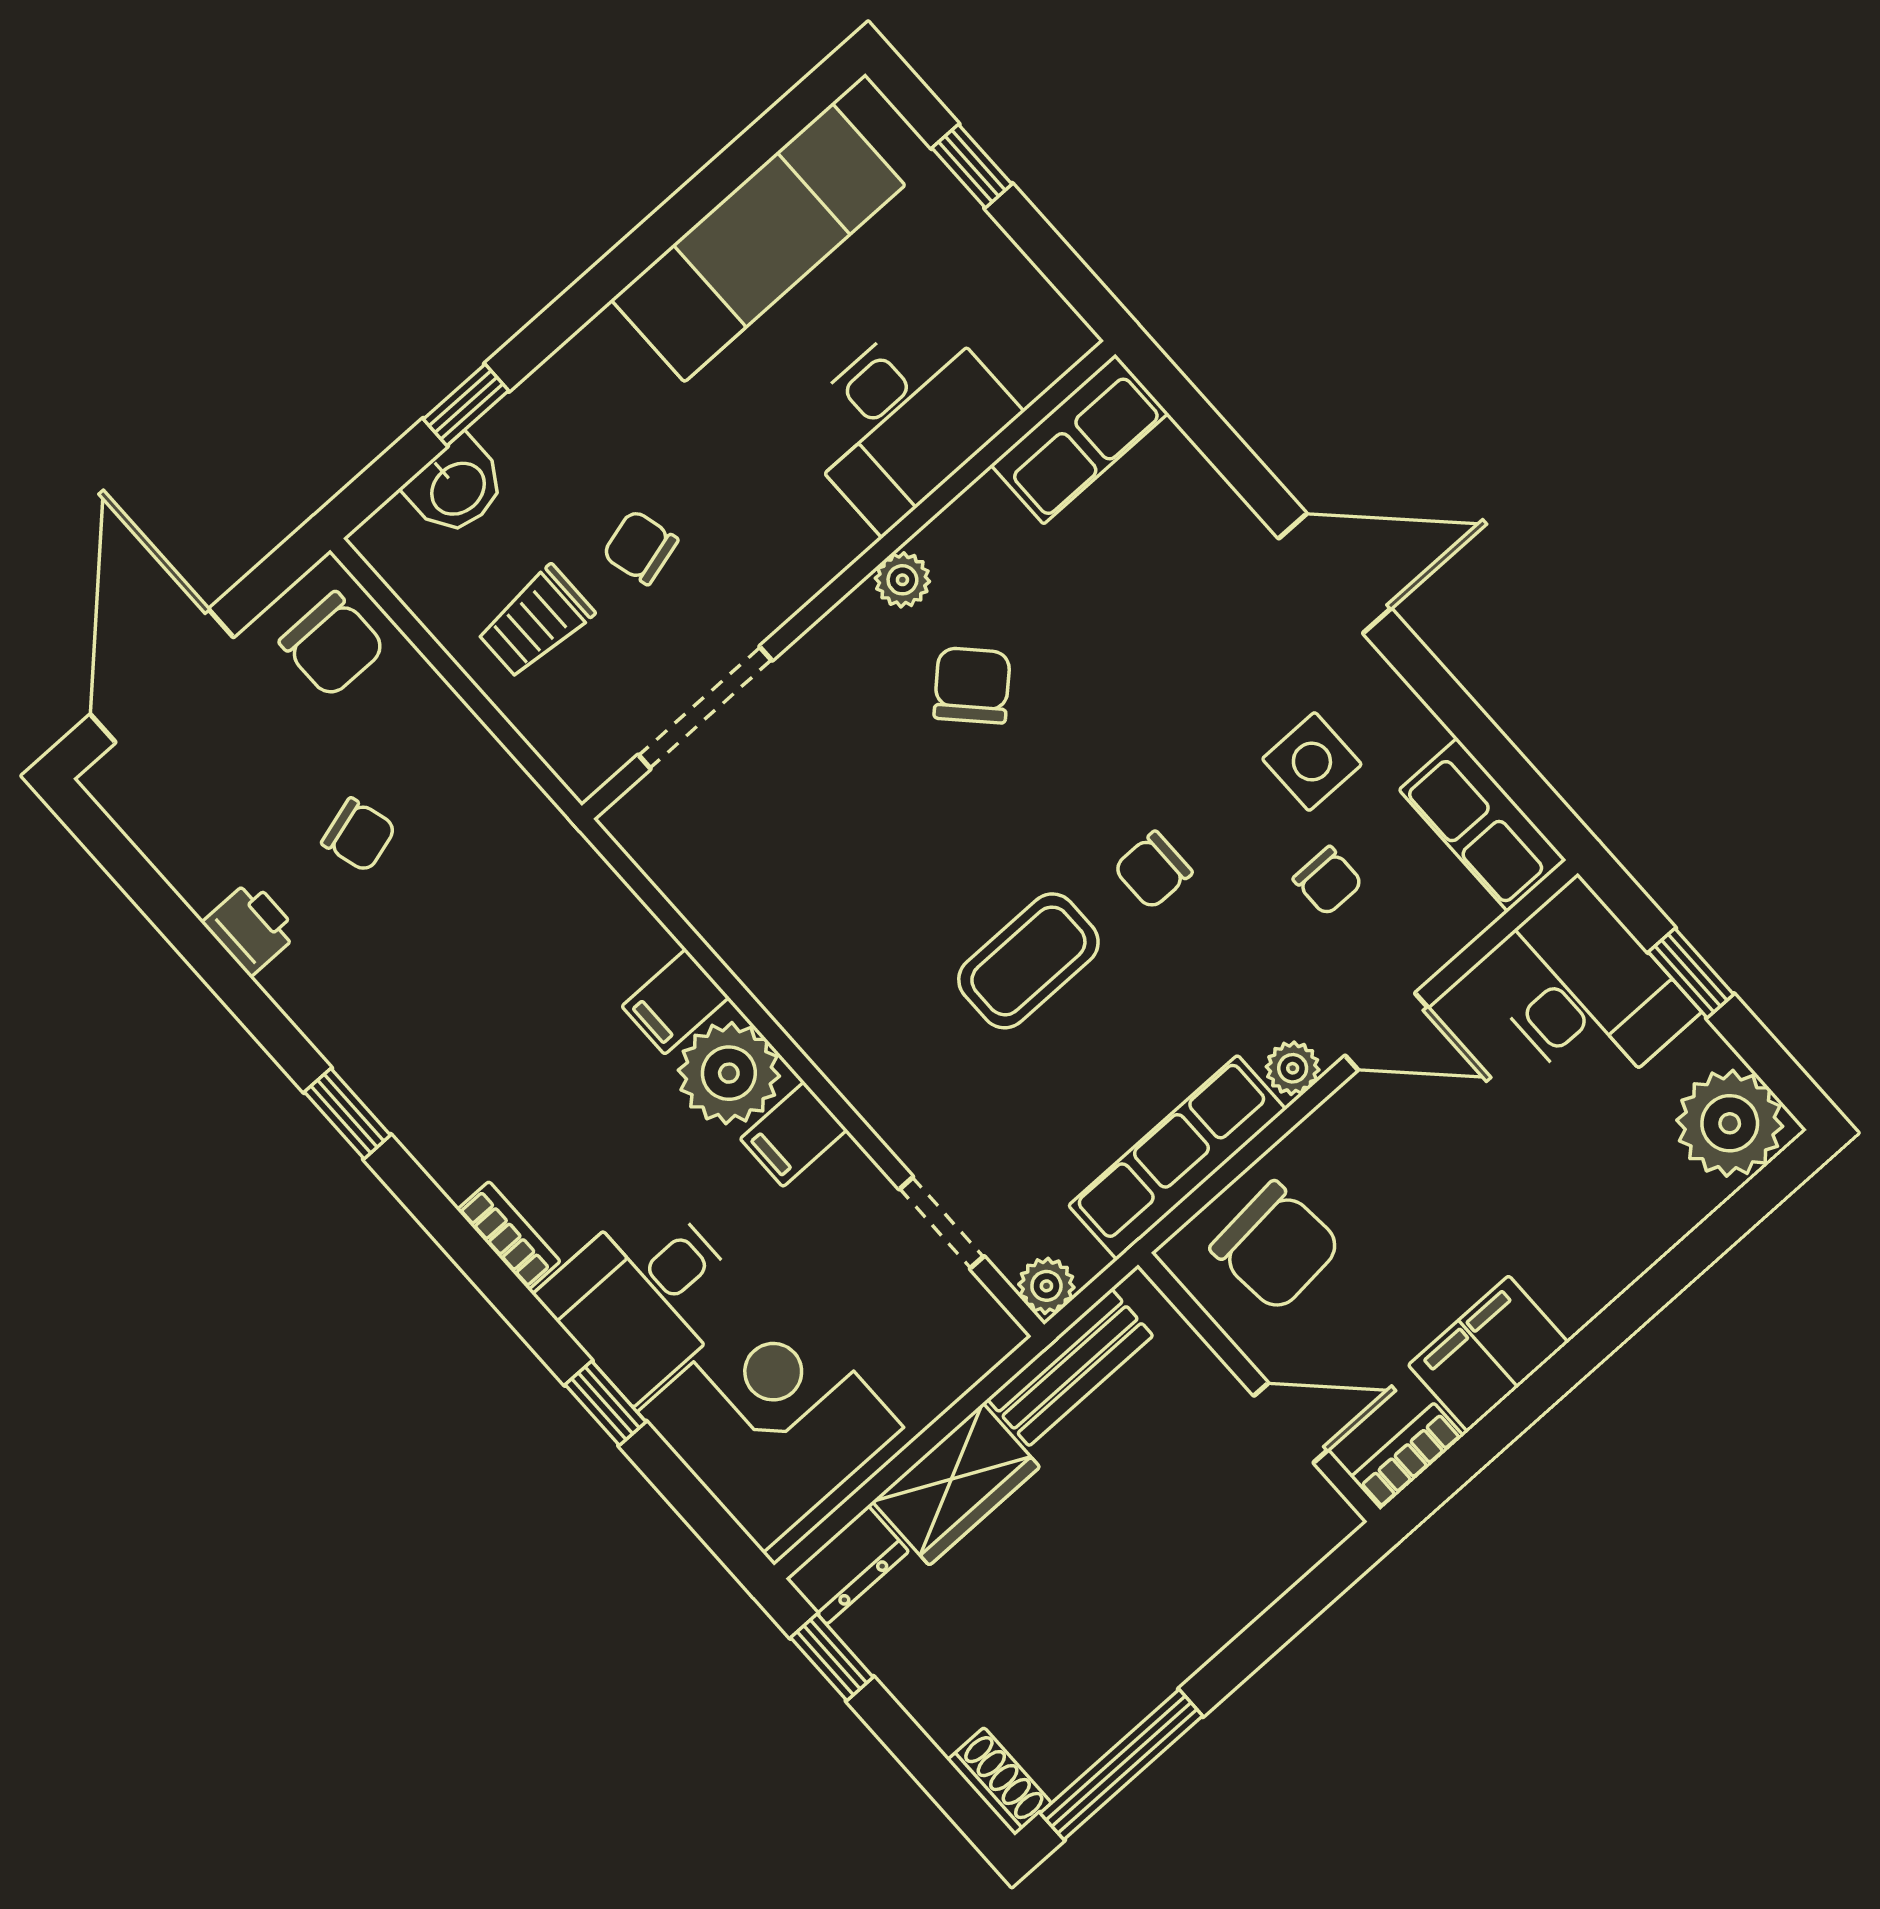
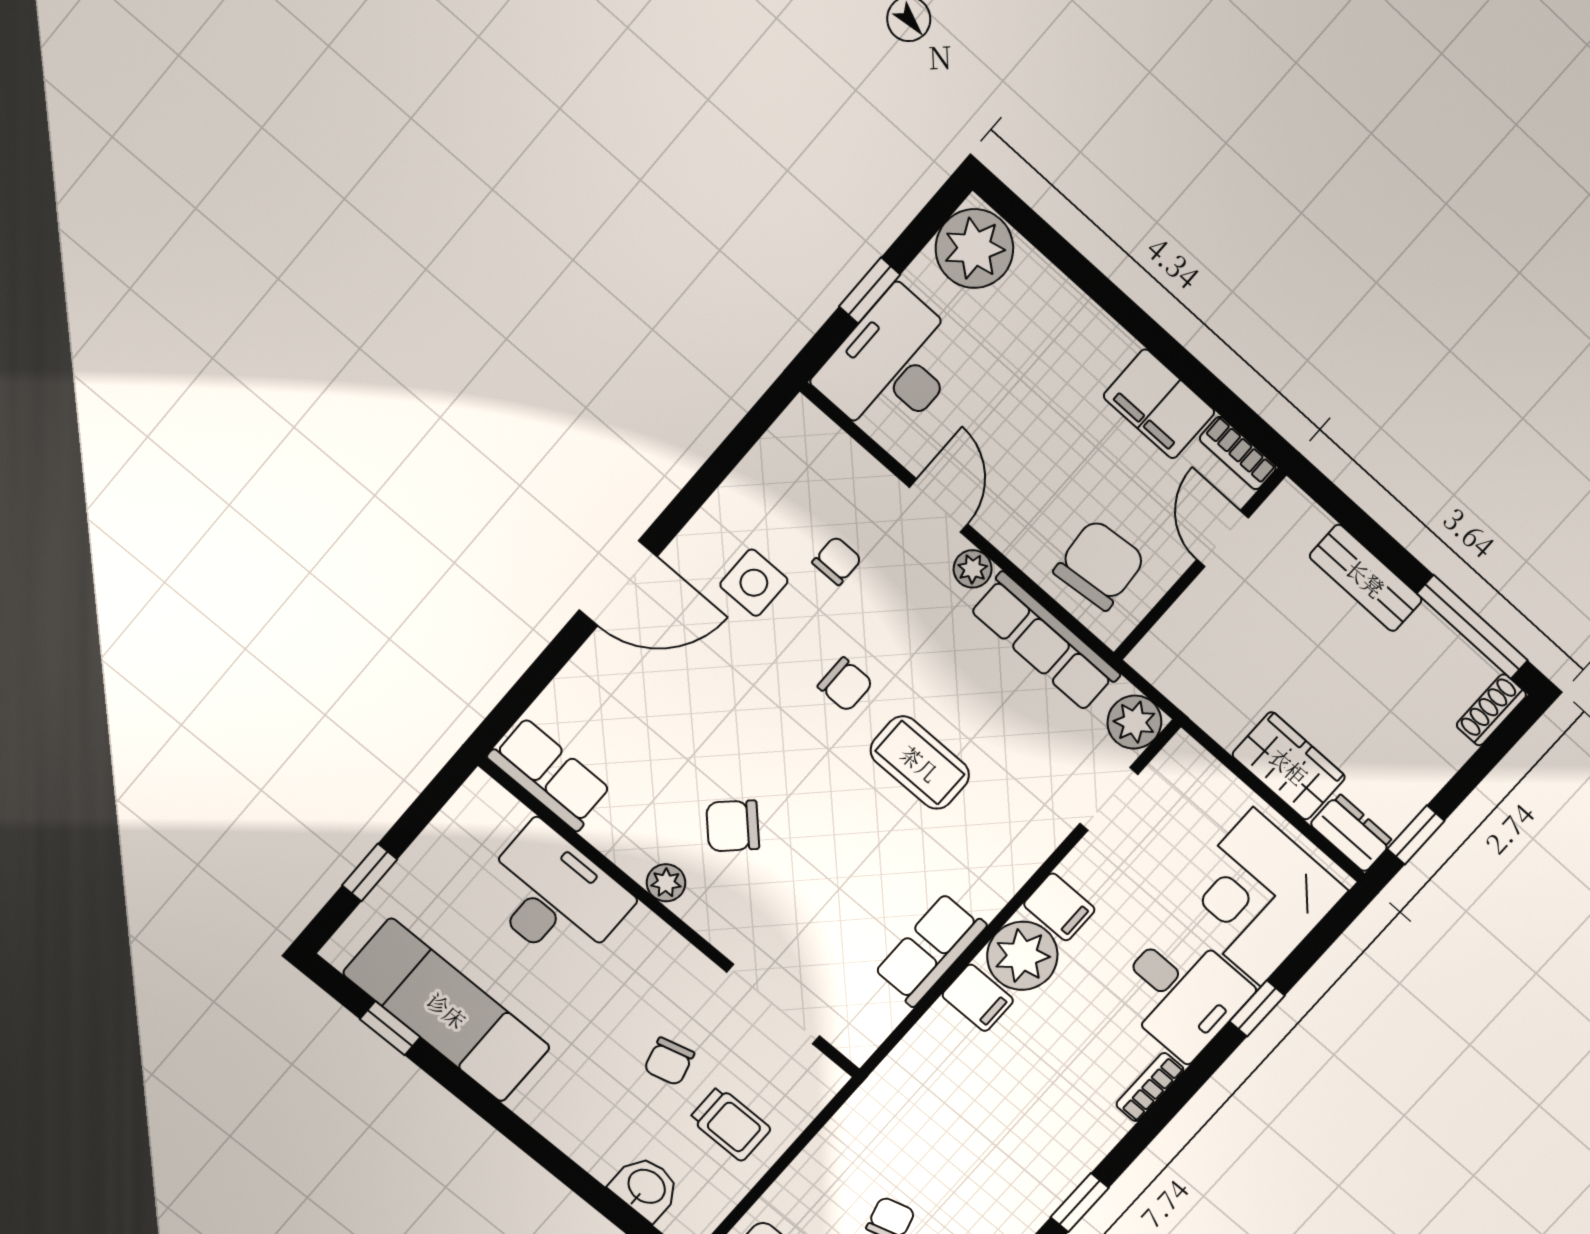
window: (466, 405) -> (390, 1028), moved
door: (1335, 573) -> (618, 583), swing flipped
row of seats: (1483, 825) -> (930, 950), moved, turned 180
plant: (1046, 1286) -> (1134, 722), width x1.38, depth x1.38
bench: (1070, 1367) -> (1366, 578), moved

